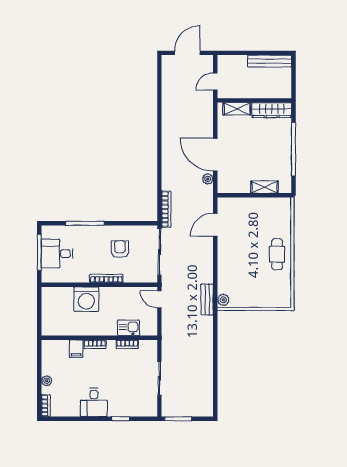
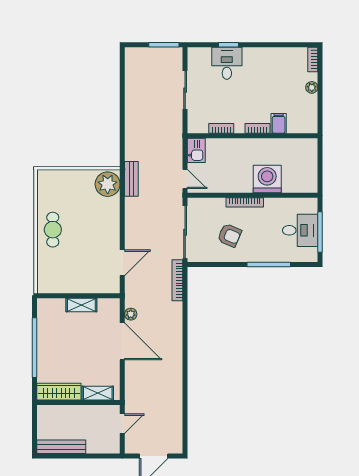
shelving: (264, 187) -> (81, 305), moved
armchair: (120, 249) -> (229, 235), turned -67
plant: (223, 300) -> (108, 184), width x1.88, depth x1.88
kitchen sink: (129, 328) -> (196, 150), moved, turned -90
desk: (94, 402) -> (227, 63), moved

